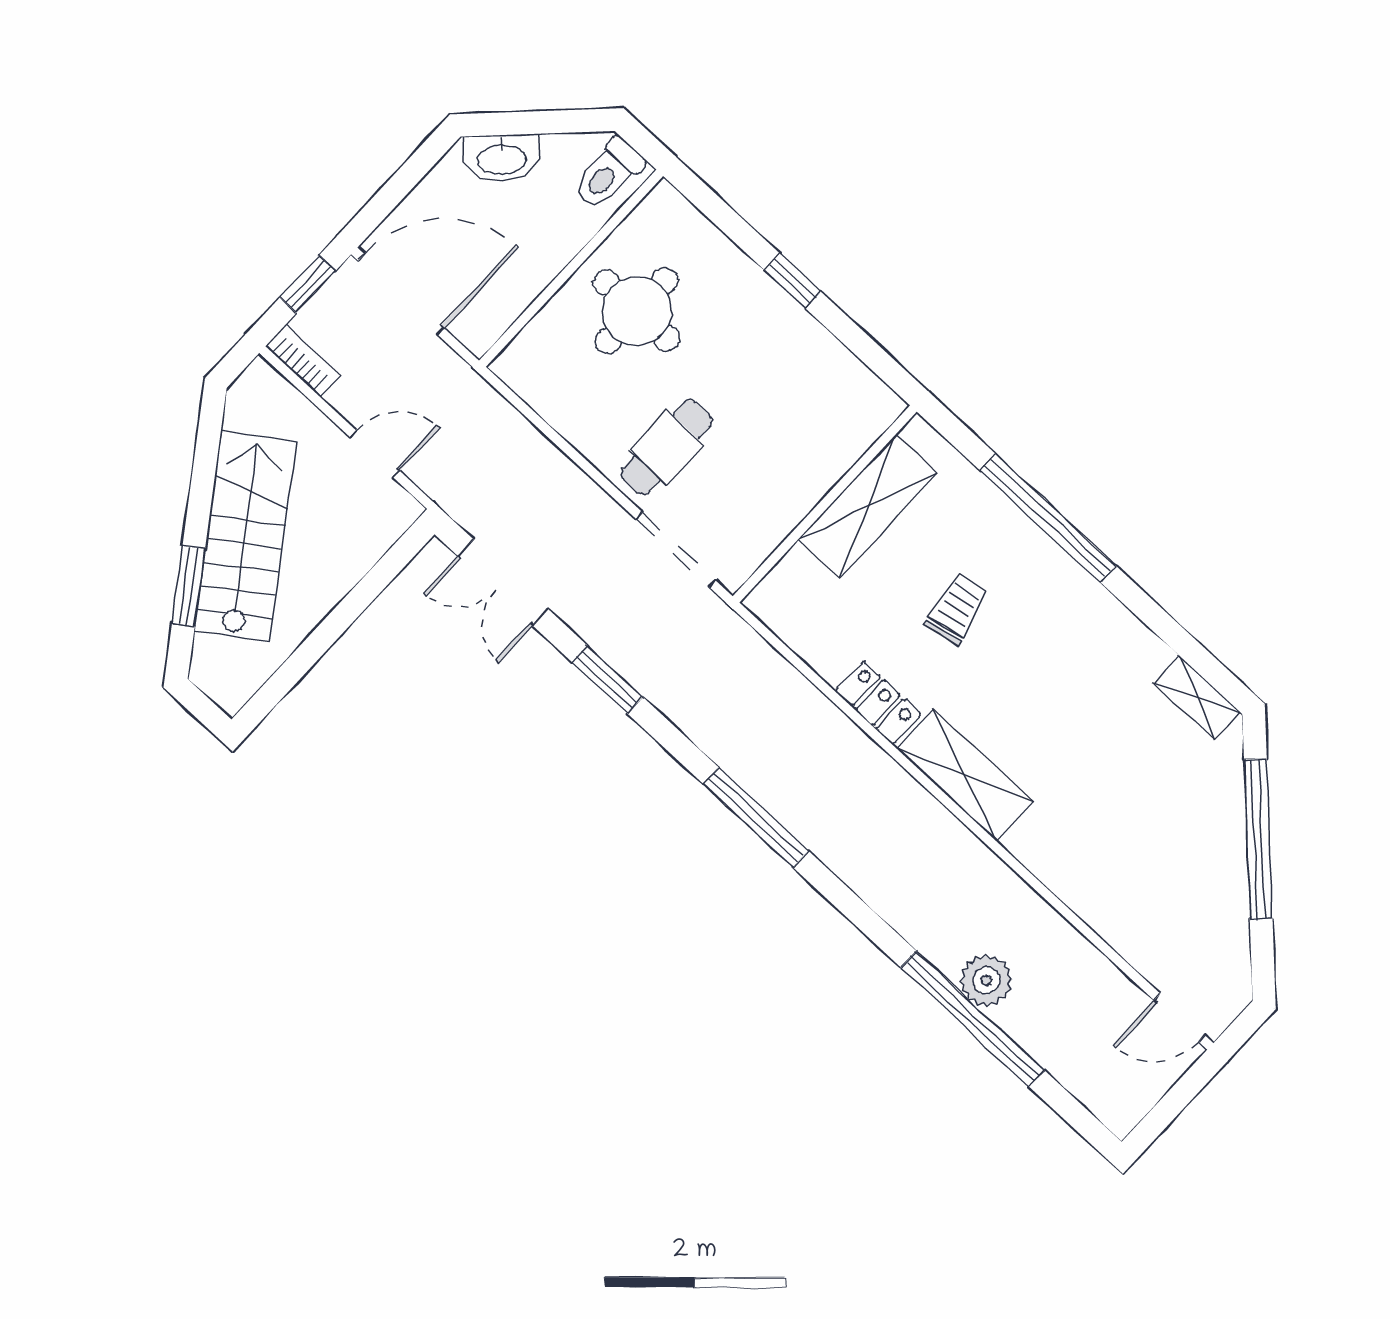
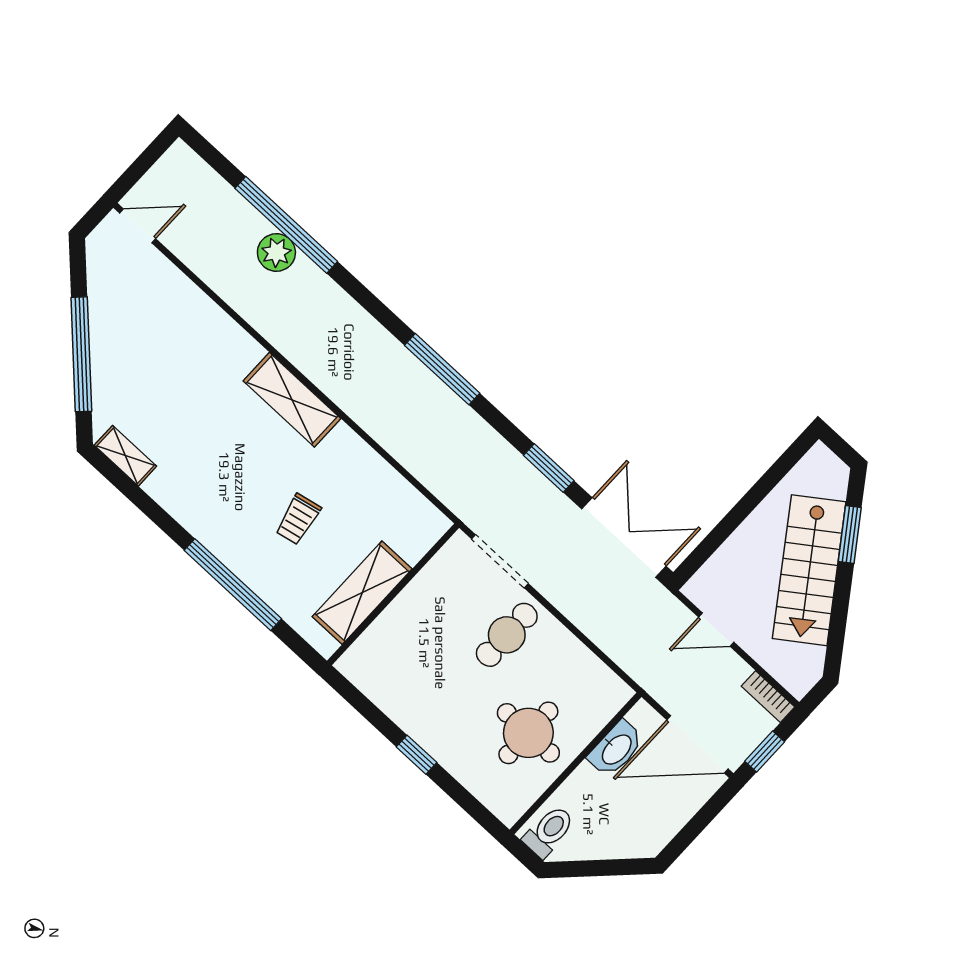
washbasin: (502, 158) -> (616, 749), moved, turned 135
double door: (503, 582) -> (624, 538), width x1.37
locker: (878, 703) -> (355, 452), removed

